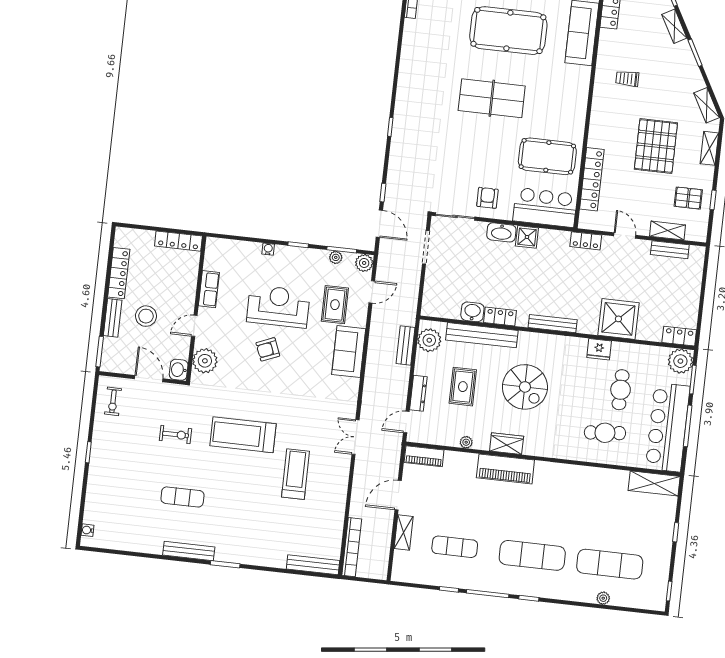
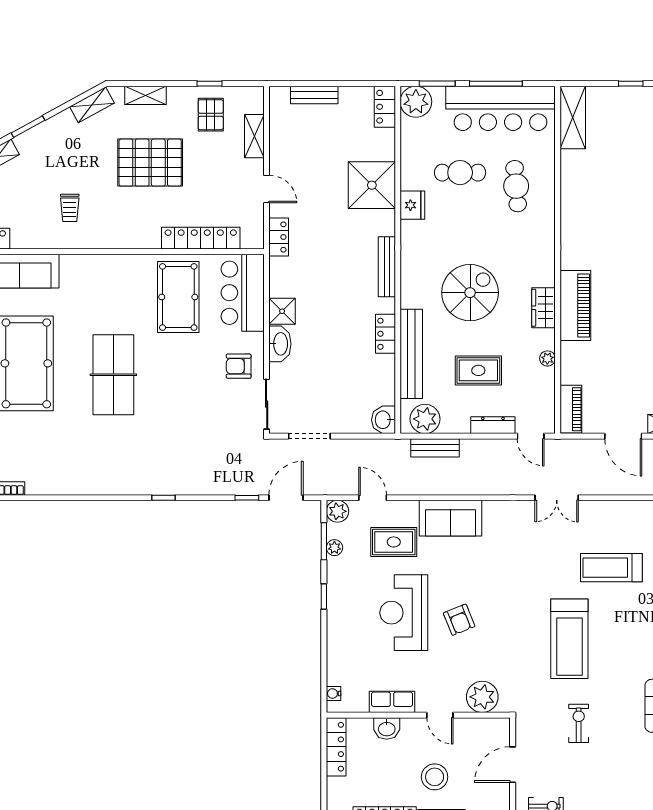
door: (625, 236) -> (267, 189), swing flipped
water cooler: (268, 249) -> (334, 694), moved
bench: (670, 250) -> (314, 95), moved, turned 90
washbasin: (472, 312) -> (383, 420), moved
washbasin: (179, 370) -> (387, 728), moved

